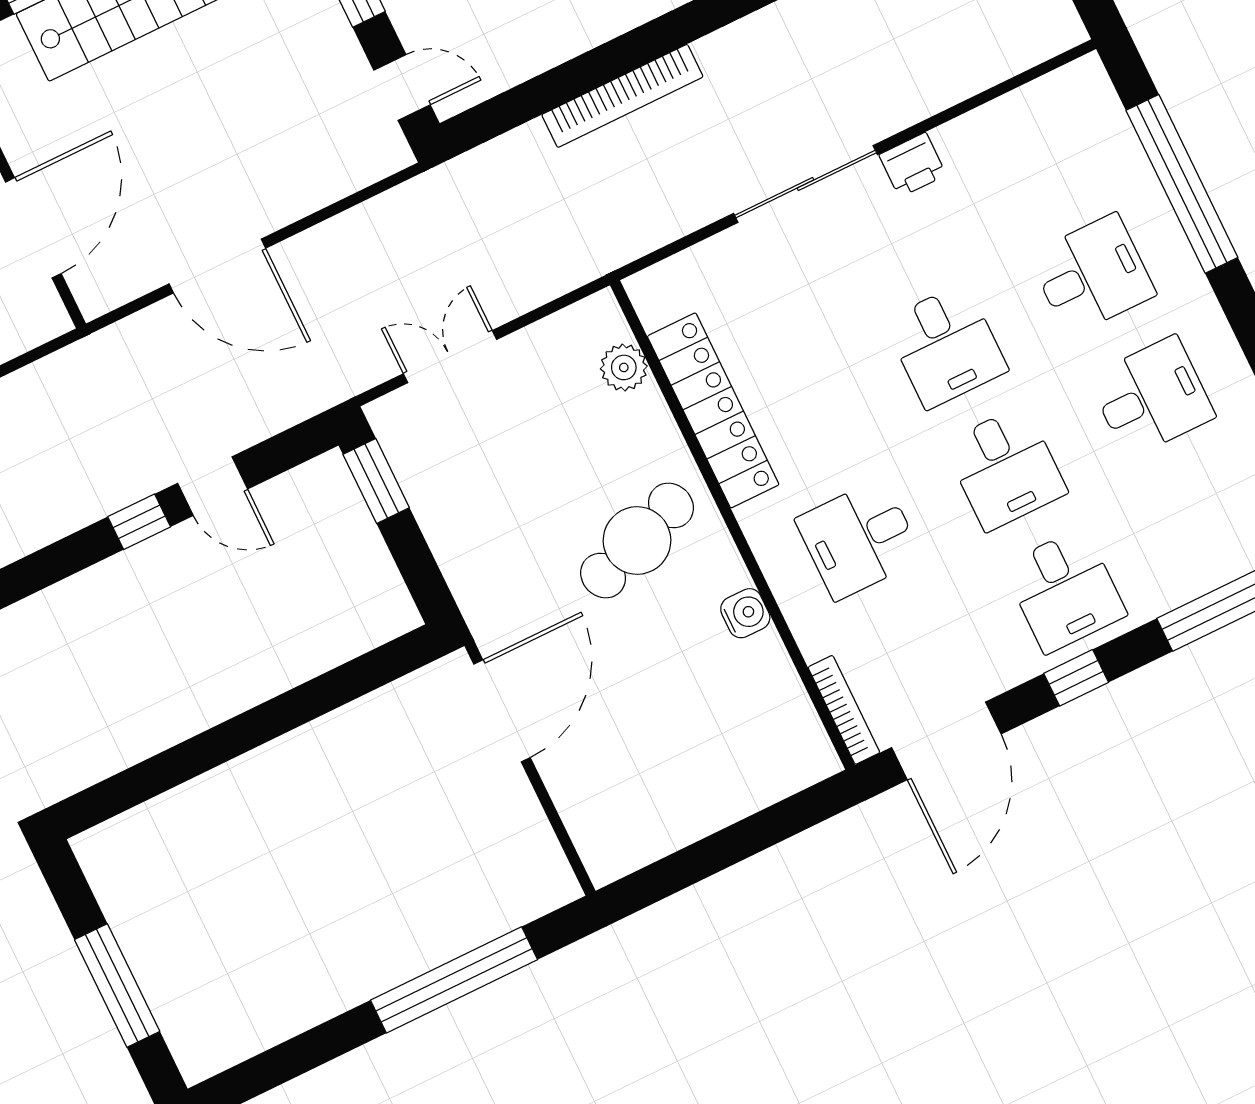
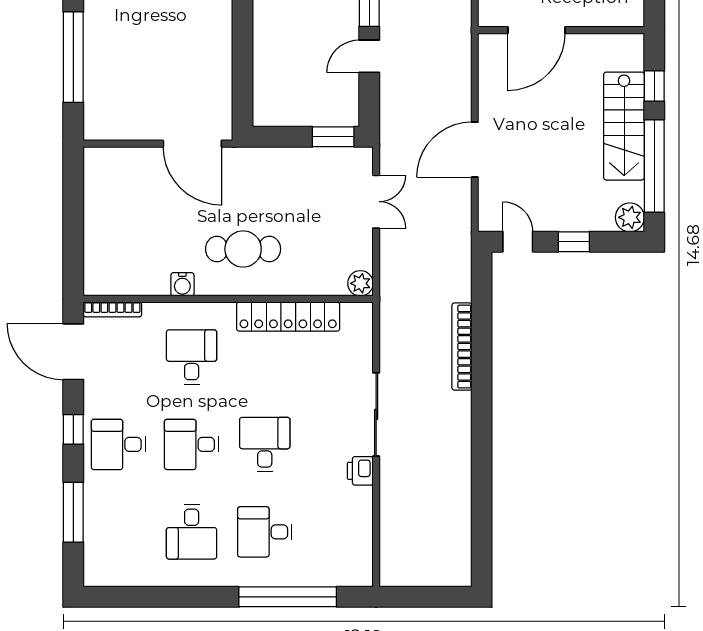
door: (402, 87) -> (518, 242), swing flipped
door: (33, 228) -> (536, 30), hinge flipped
door: (217, 266) -> (475, 150), moved
desk: (1092, 275) -> (265, 532), turned 90
desk: (946, 346) -> (265, 444), turned 90
plant: (624, 367) -> (360, 283), moved
cafe table: (637, 541) -> (243, 249), turned -70

